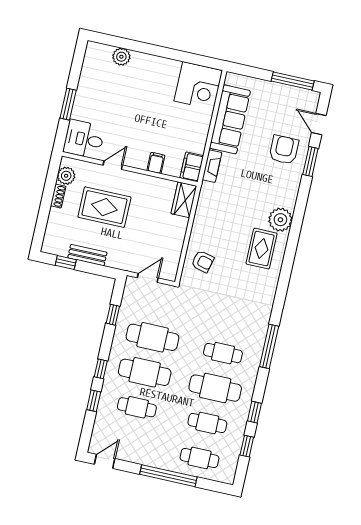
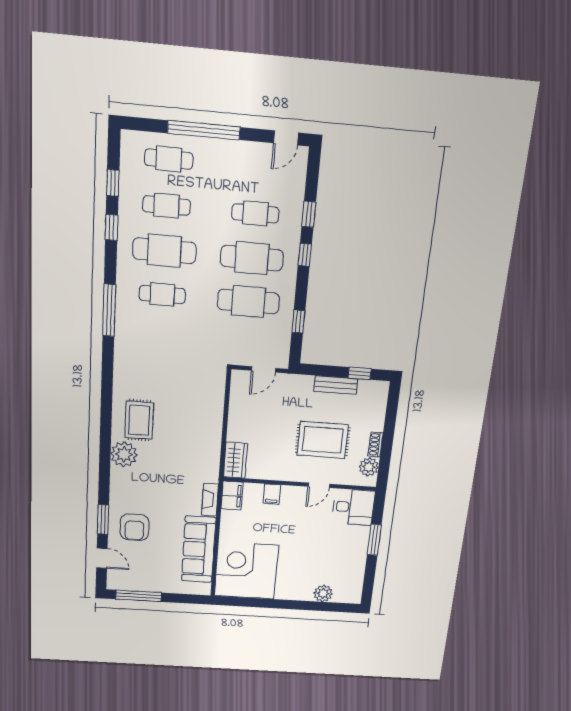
corner desk: (198, 86) -> (246, 571), width x1.36, depth x1.36
armchair: (203, 262) -> (204, 396), removed

